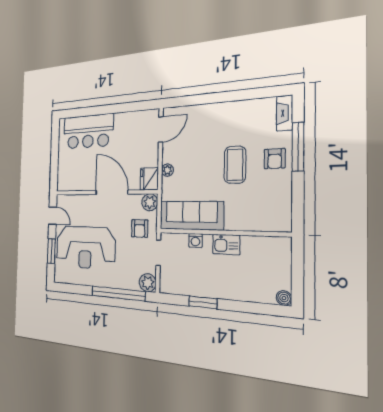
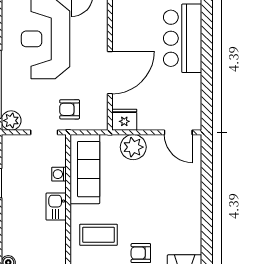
coffee table: (235, 165) -> (98, 235), moved
plant: (167, 170) -> (133, 147), width x1.88, depth x1.88
plant: (150, 202) -> (98, 121), removed

